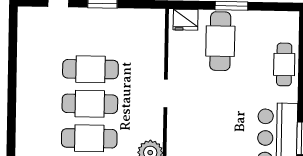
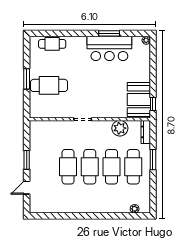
fridge: (186, 20) -> (36, 107), removed
cafe table: (284, 64) -> (52, 44), moved

